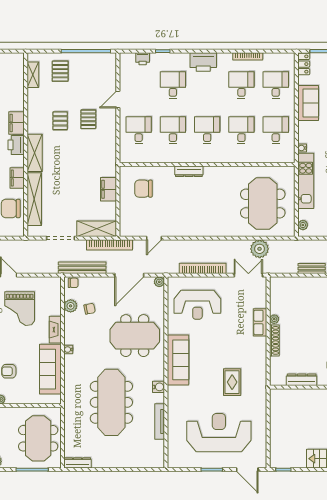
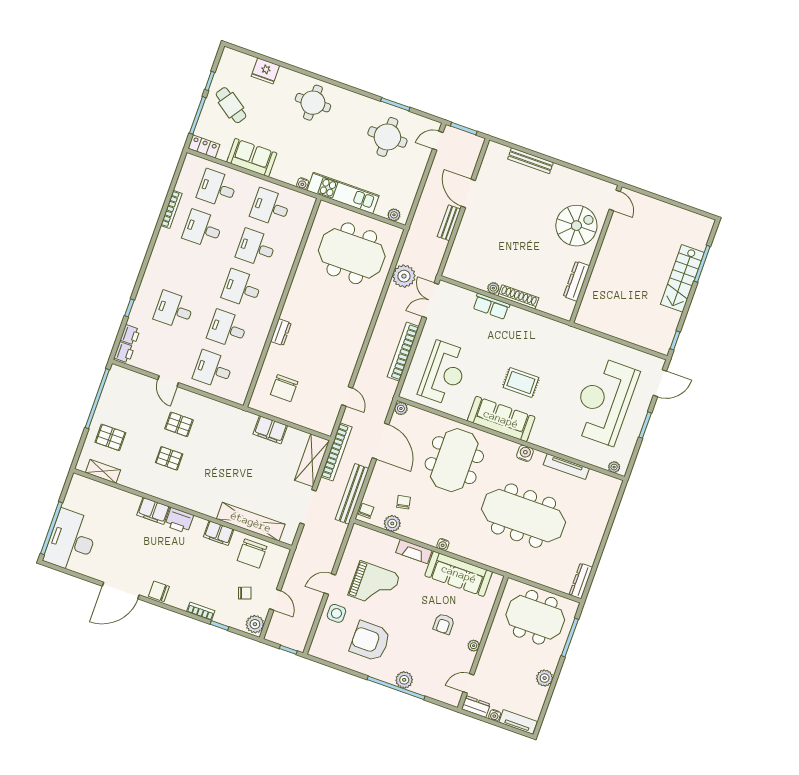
printer: (203, 62) -> (124, 352), moved, width x0.53, depth x0.68
shelving: (35, 153) -> (196, 502), removed
dresser: (189, 171) -> (281, 332), width x0.70
rug: (232, 382) -> (521, 382), moved
plant: (172, 458) -> (614, 467), added

